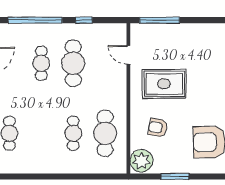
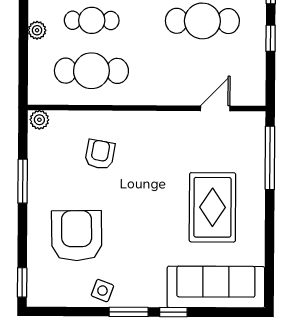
rug: (164, 84) -> (212, 207), moved
plant: (141, 161) -> (39, 120), width x0.53, depth x0.53
plant: (80, 168) -> (37, 30), added

